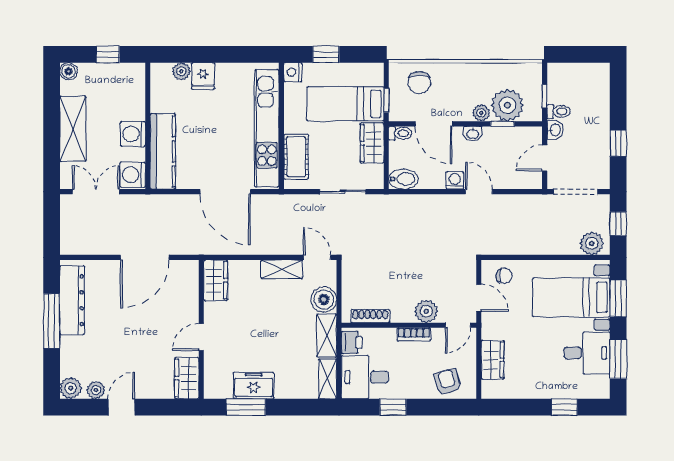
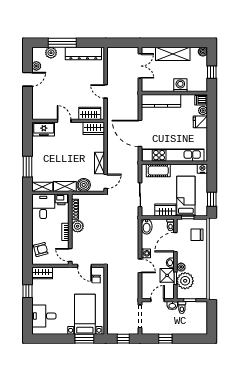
window: (326, 54) -> (212, 199), moved
dishwasher: (162, 75) -> (201, 100), added
washing machine: (133, 134) -> (180, 85), moved
shower: (497, 140) -> (167, 275), added
door: (545, 158) -> (158, 300), hinge flipped
washing machine: (133, 175) -> (149, 85), removed
door: (225, 192) -> (140, 133), hinge flipped
door: (479, 192) -> (140, 266), hinge flipped
plant: (592, 243) -> (113, 325), removed
door: (145, 257) -> (106, 91), width x0.53
door: (479, 298) -> (84, 266), hinge flipped
plant: (426, 311) -> (78, 226), moved
window: (52, 321) -> (62, 43), moved
desk: (587, 353) -> (44, 316), moved, turned 90
window: (618, 359) -> (53, 339), removed
wardrobe: (493, 360) -> (42, 273), moved
wardrobe: (187, 378) -> (90, 113), moved
freezer: (254, 386) -> (44, 129), moved, turned 90
plant: (71, 388) -> (51, 53), moved
door: (121, 407) -> (28, 79), hinge flipped
window: (246, 407) -> (28, 167), moved
window: (393, 407) -> (28, 221), removed
window: (564, 407) -> (28, 291), moved

